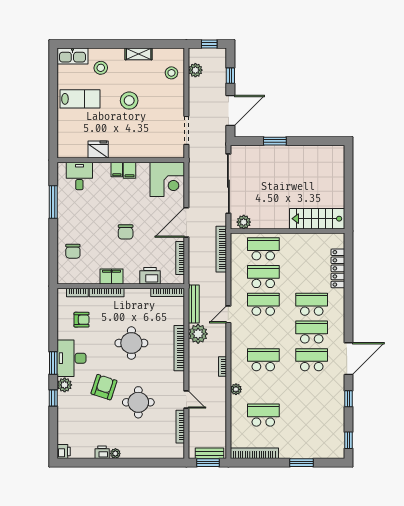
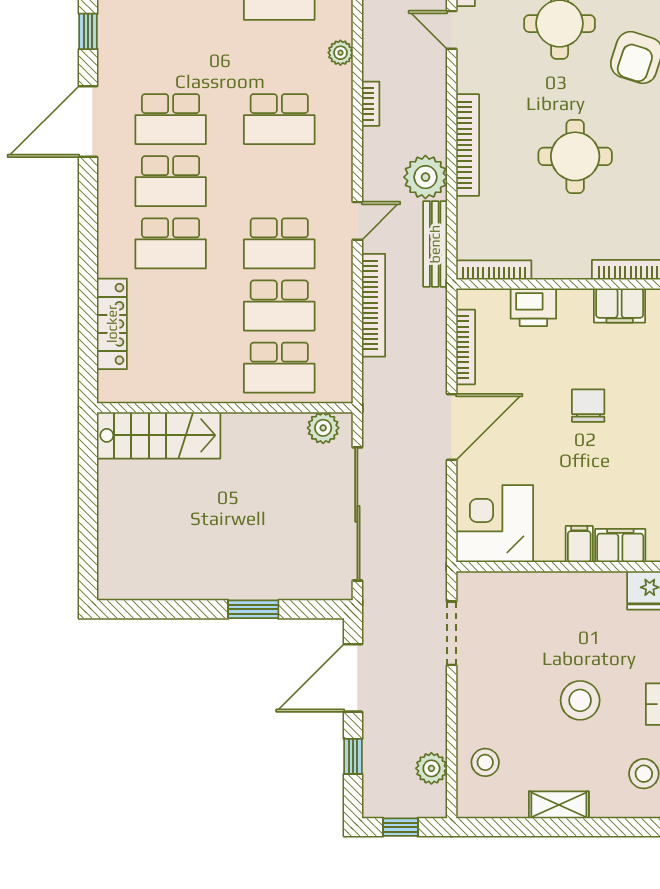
filing cabinet: (117, 170) -> (620, 546), width x2.00
bookcase: (221, 249) -> (374, 305), moved

